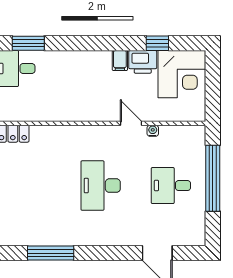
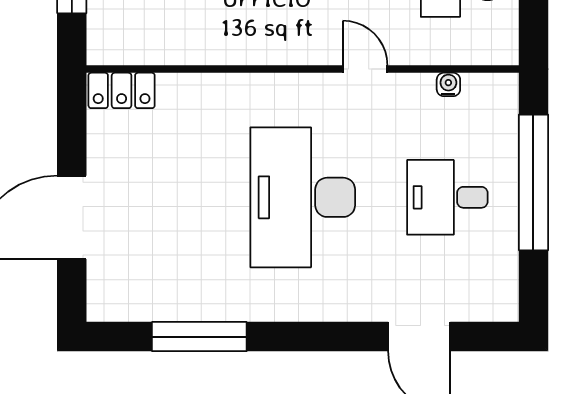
water cooler: (153, 131) -> (448, 84), moved
desk: (101, 186) -> (303, 197), width x1.36, depth x1.30

